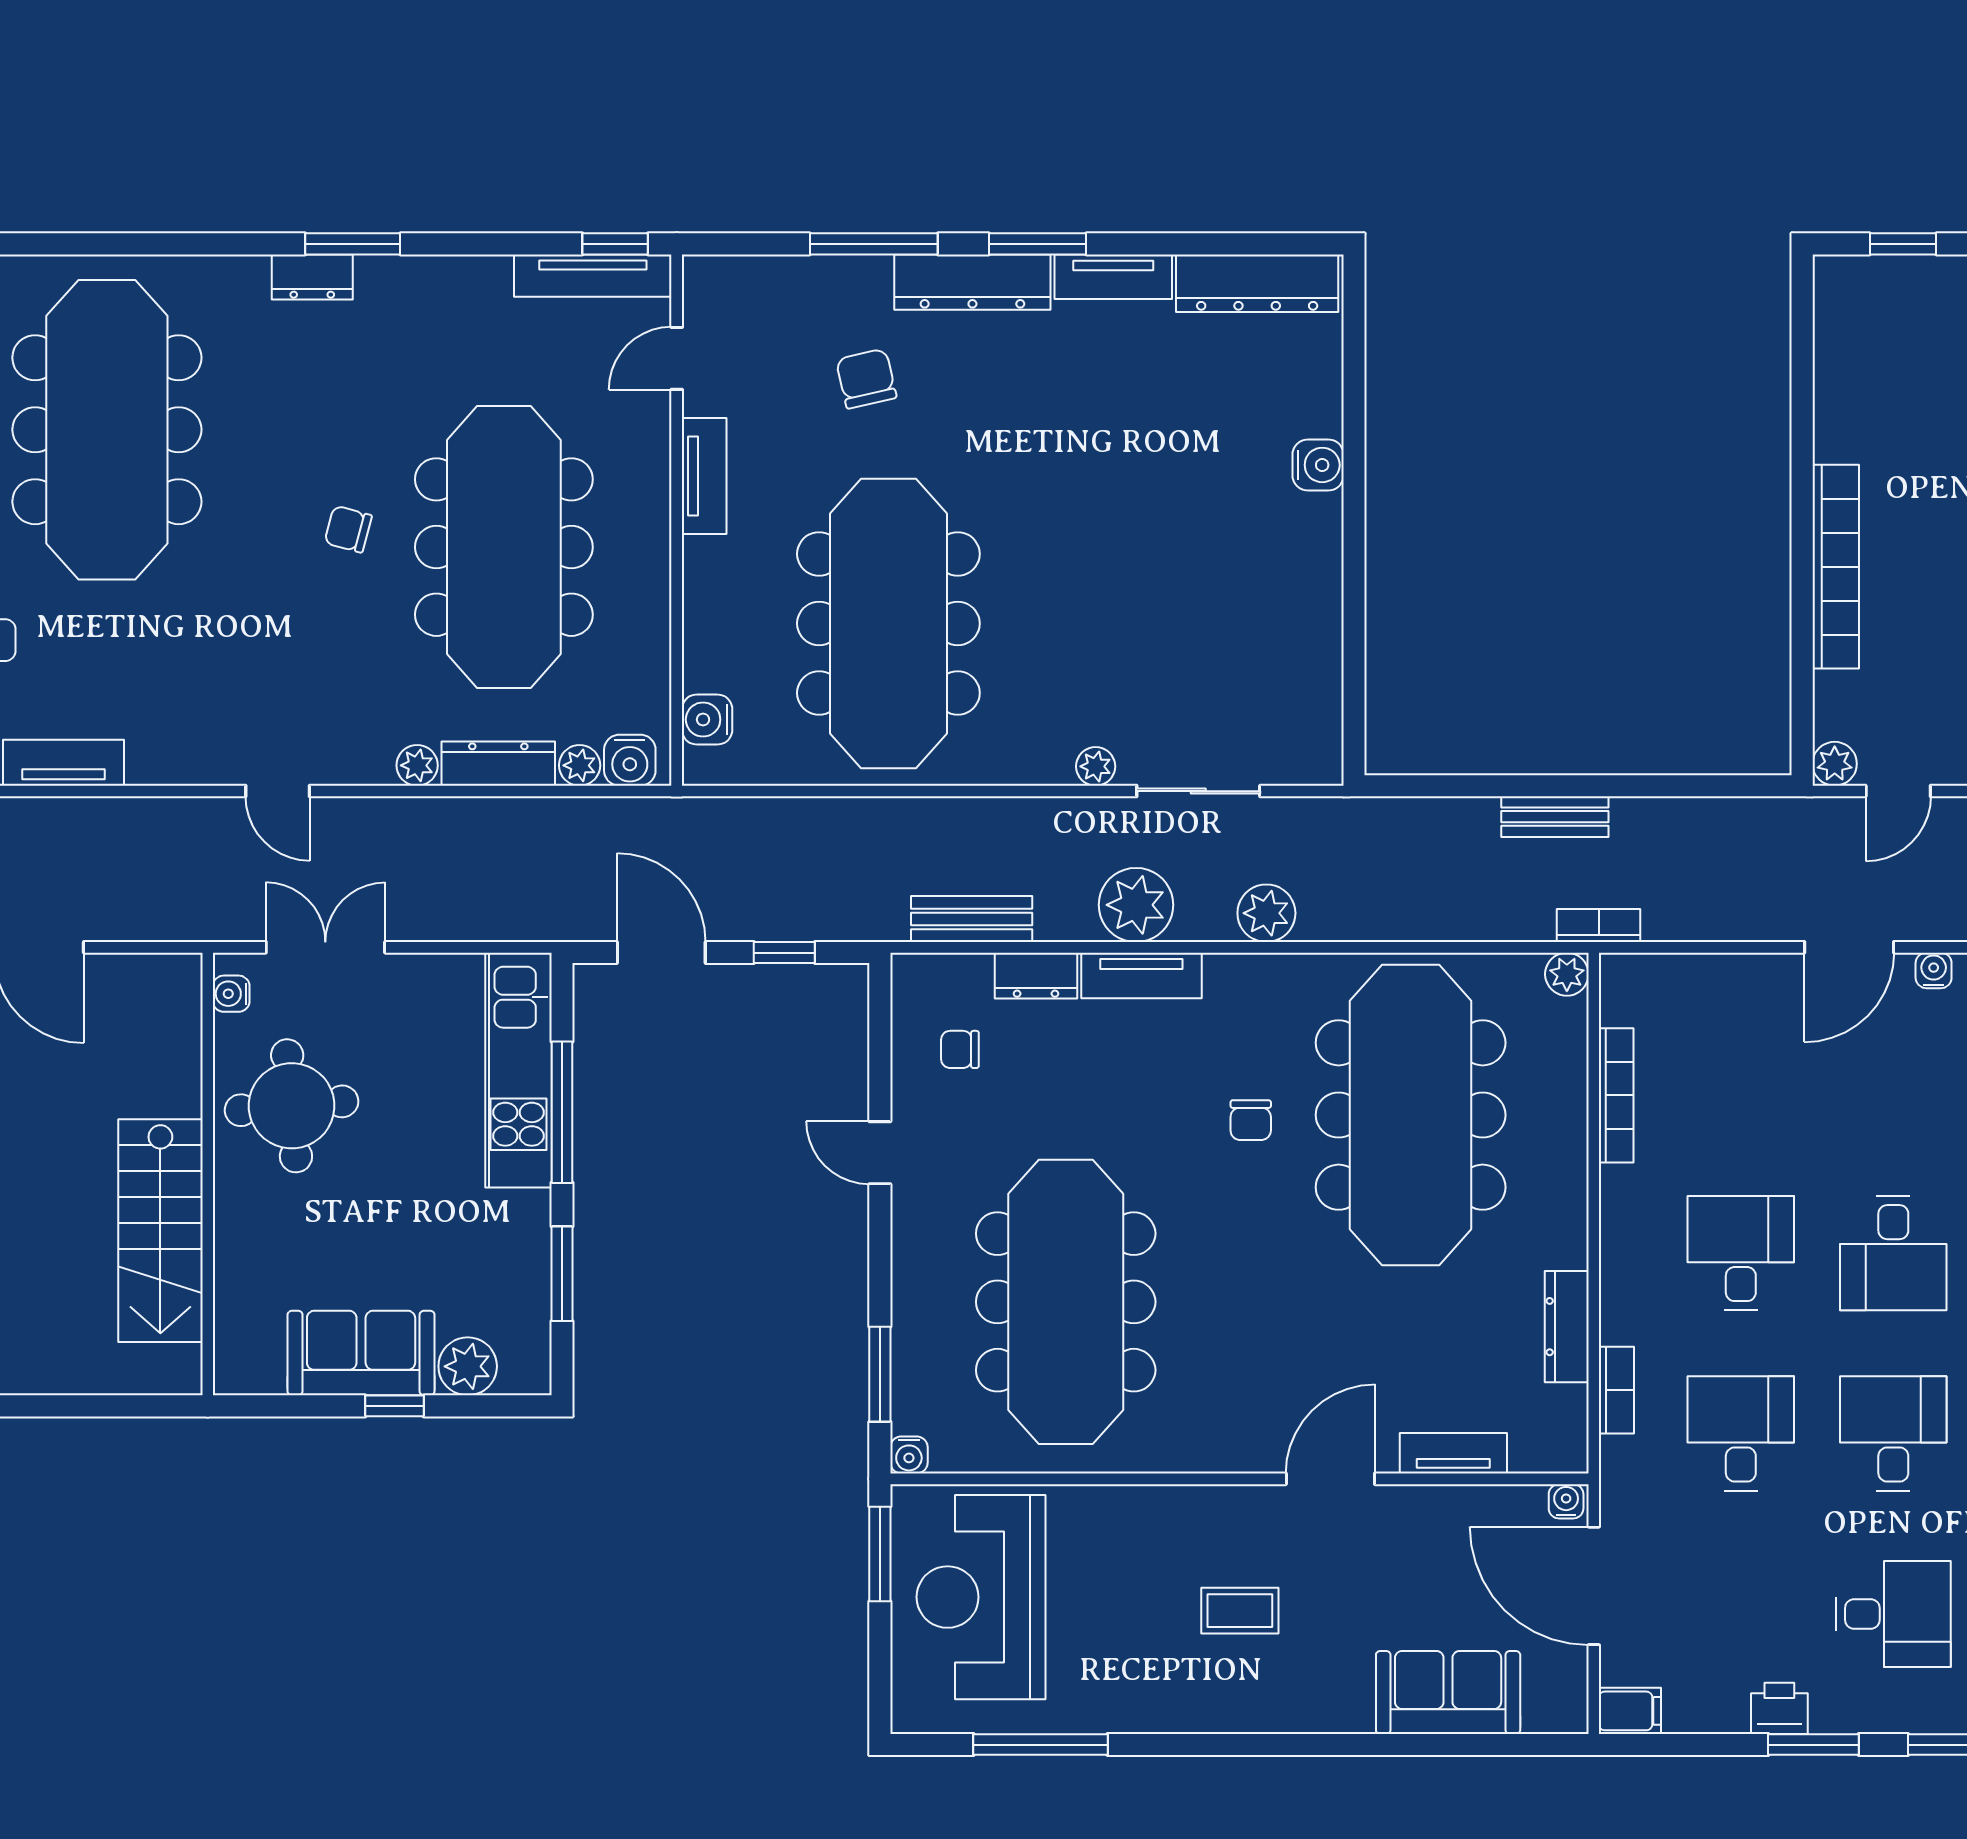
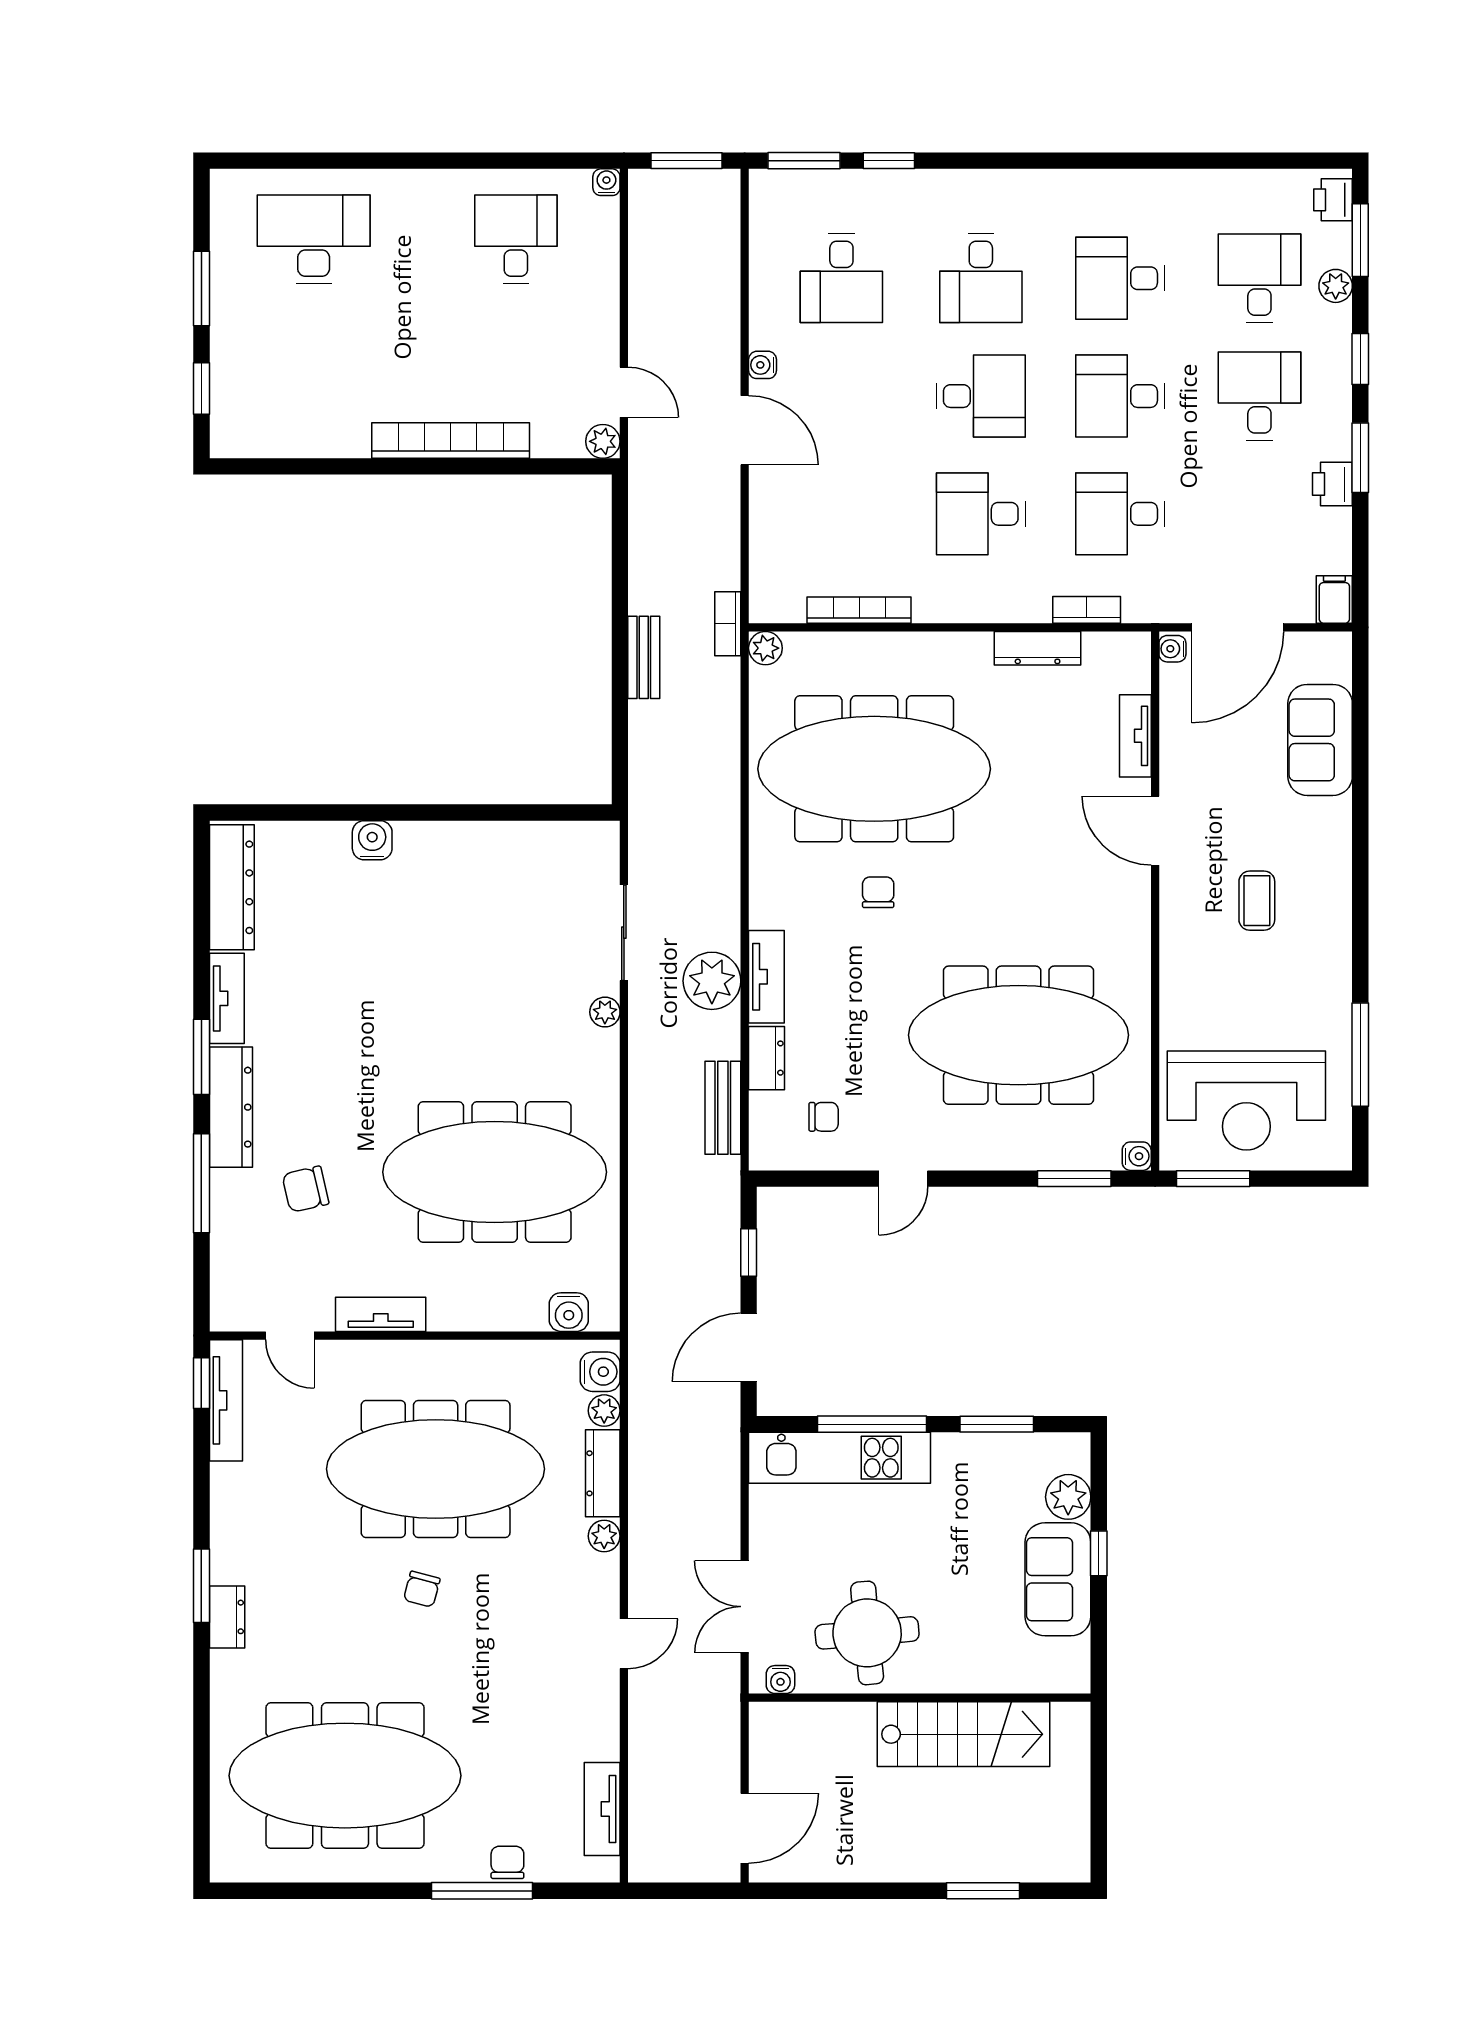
plant: (1266, 913) -> (718, 880), removed
chair: (960, 1049) -> (824, 1117), turned -90
chair: (1251, 1120) -> (878, 892), turned -90

